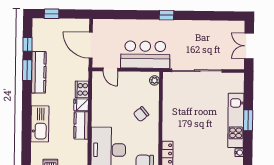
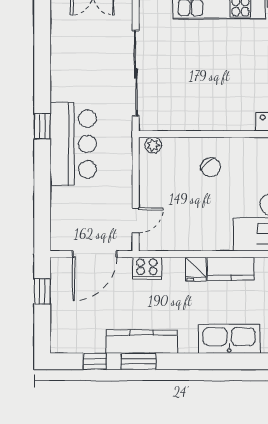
window: (52, 14) -> (42, 292), moved
bar counter: (145, 55) -> (73, 144), moved, turned 180
cooker: (82, 89) -> (147, 268), moved

